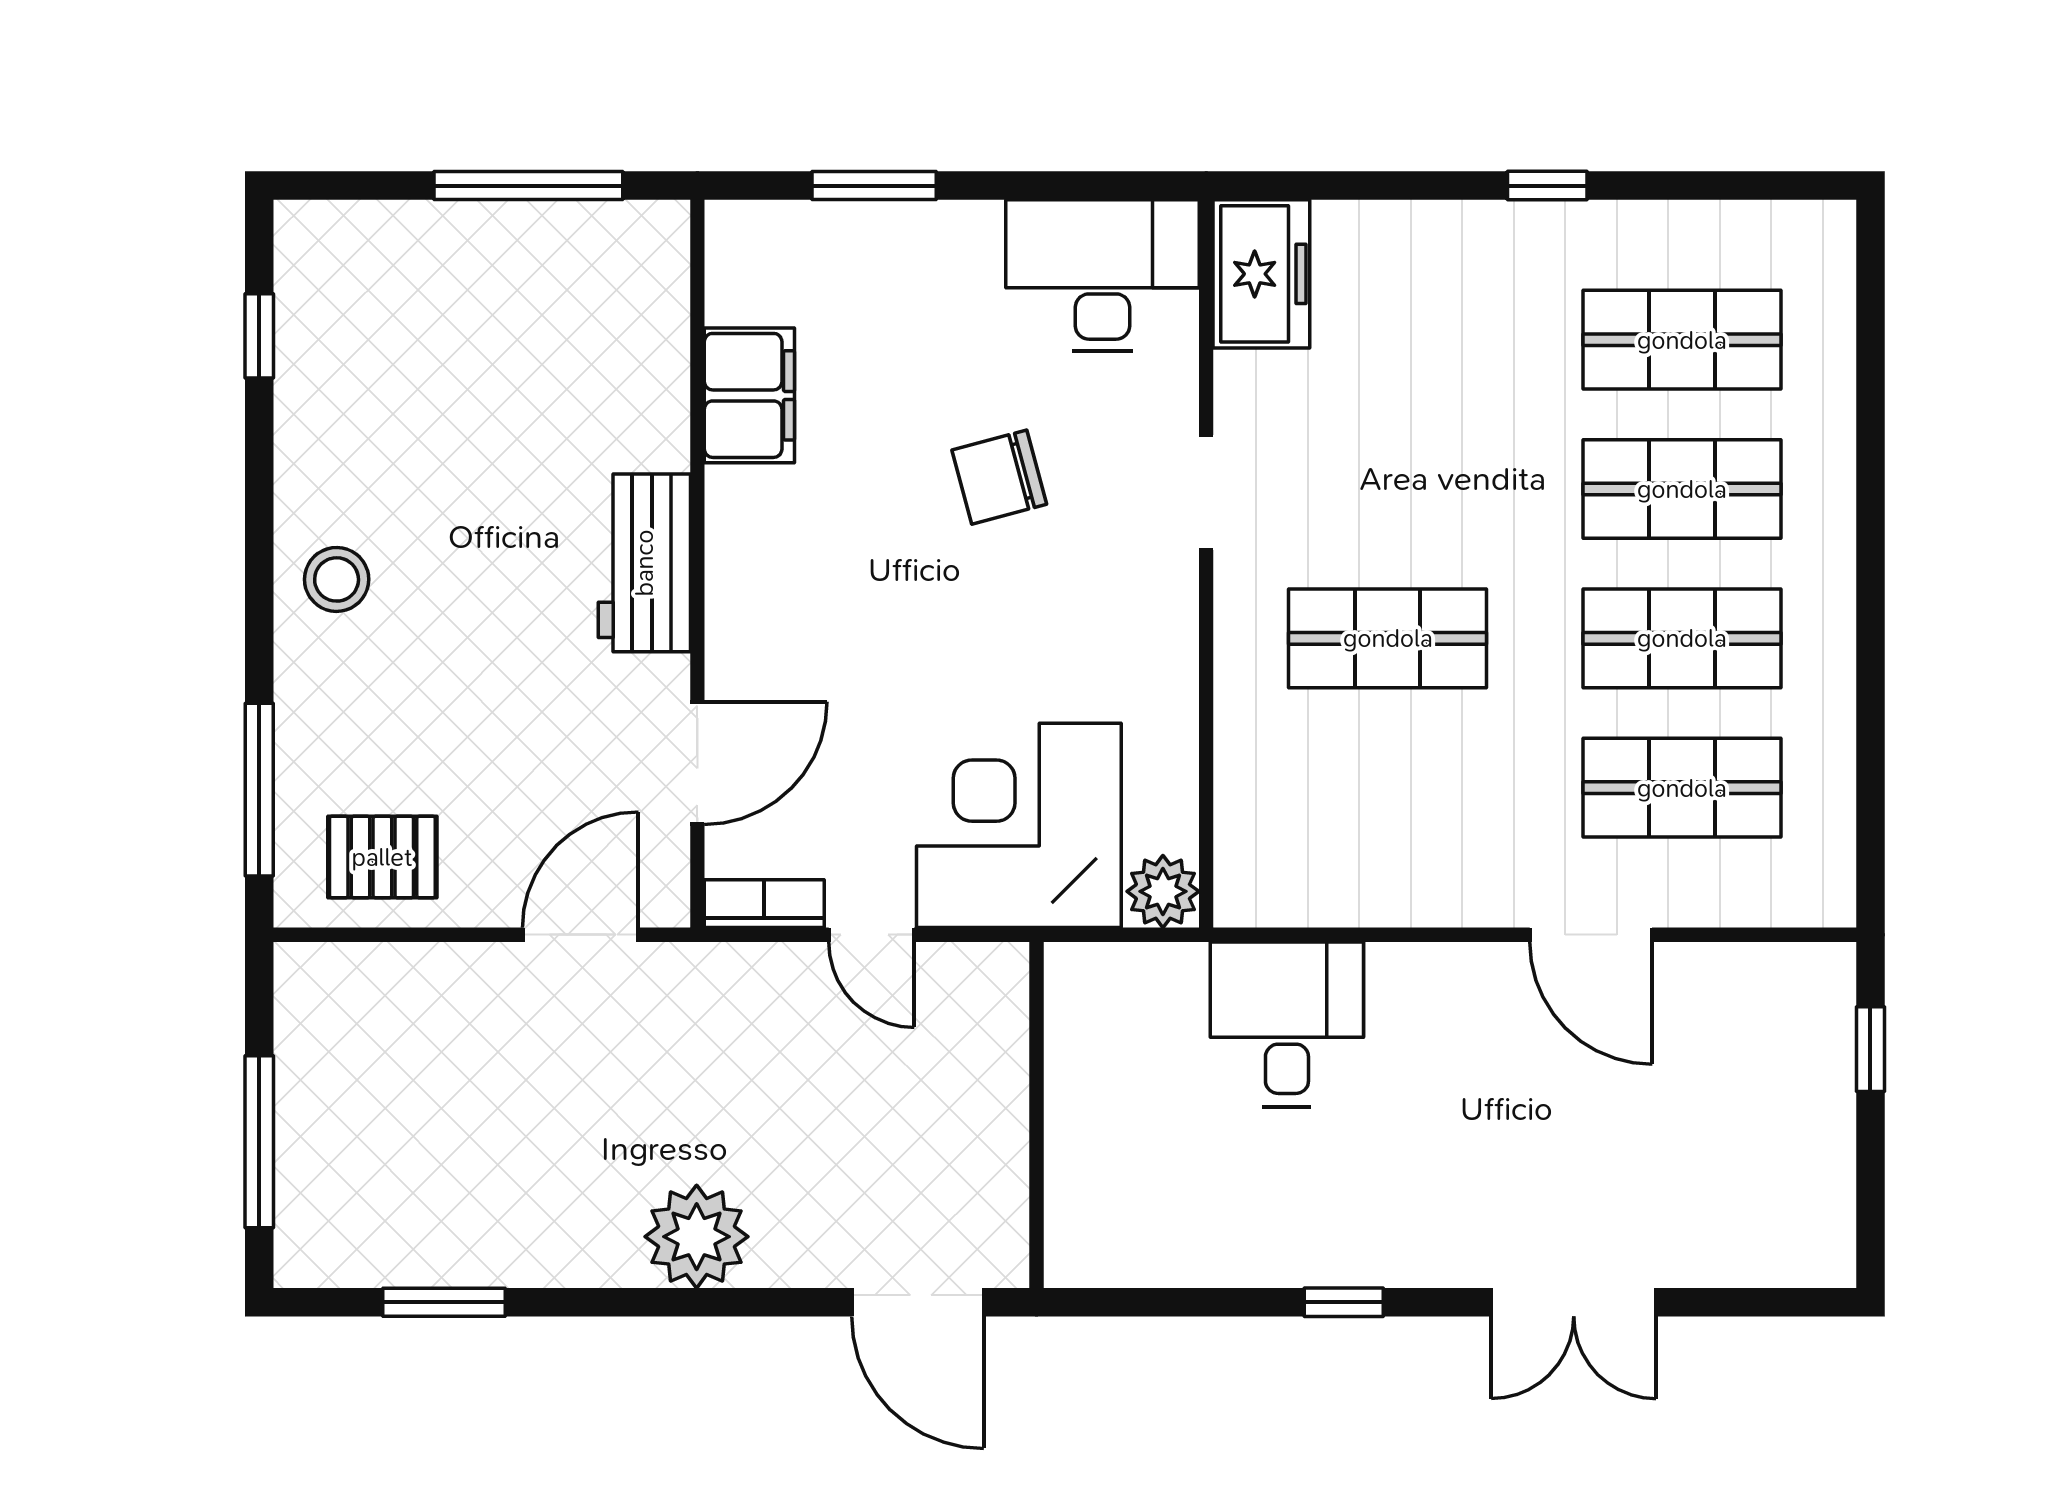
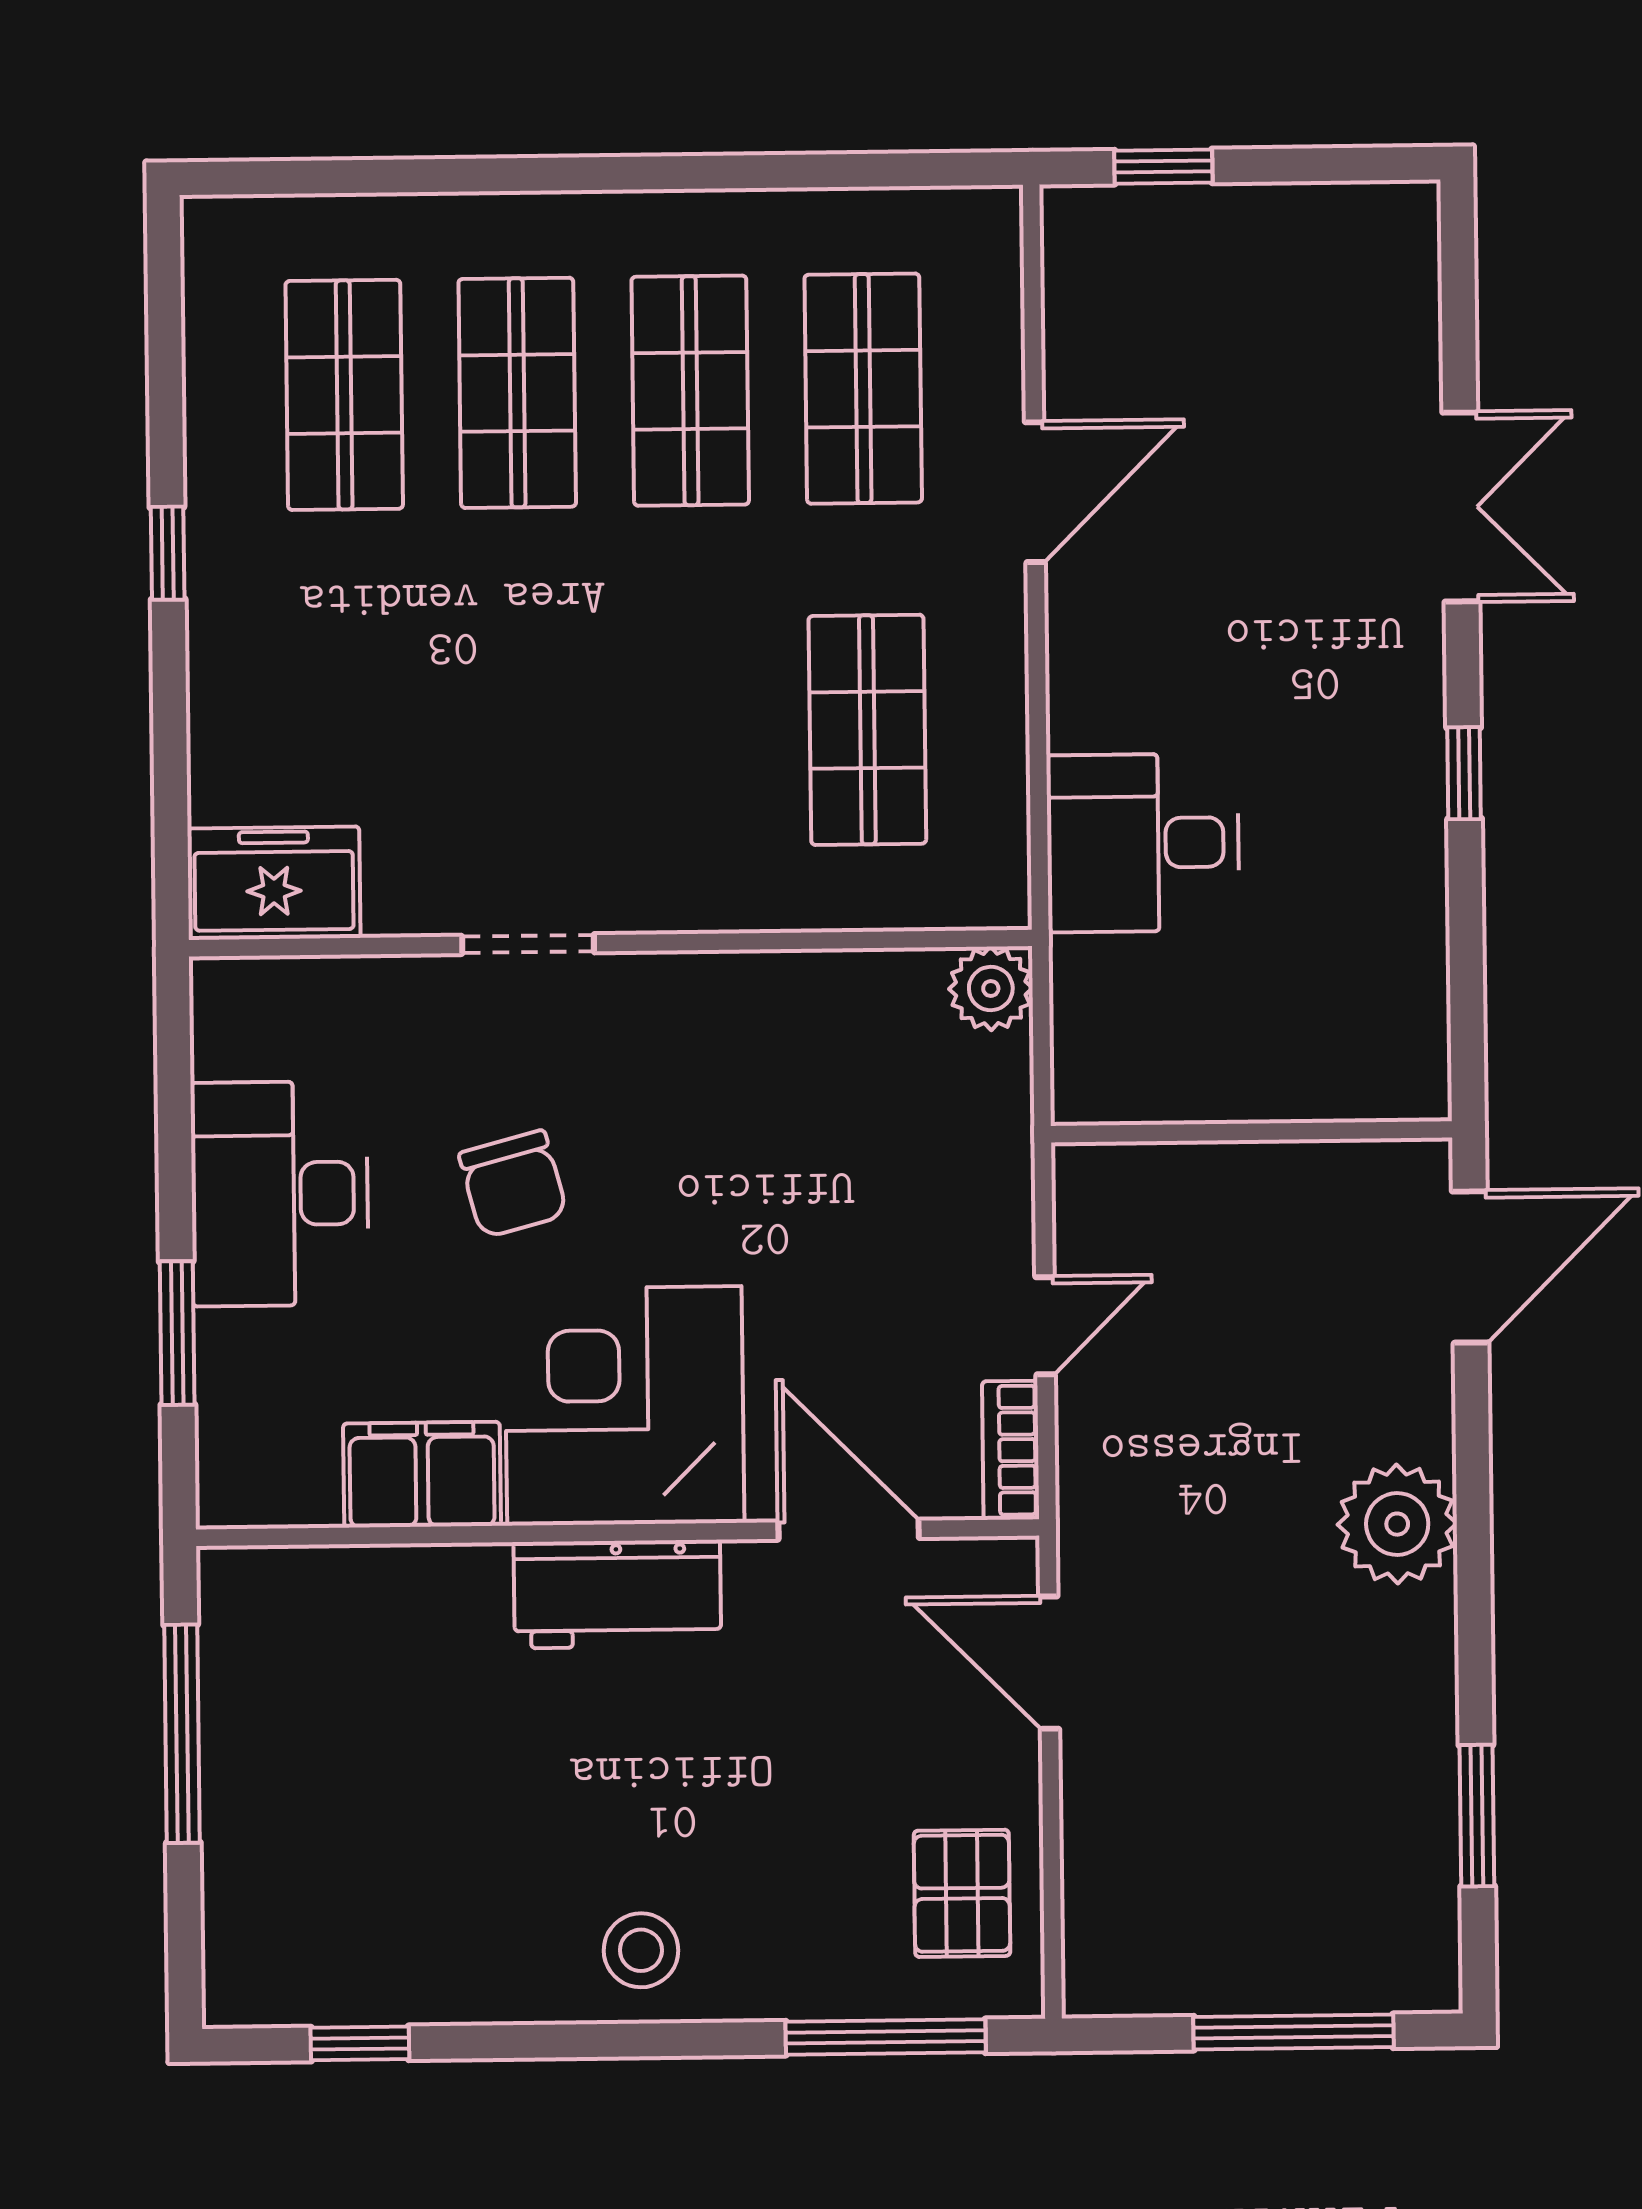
desk: (1103, 276) -> (280, 1194), moved
shop shelf: (1388, 638) -> (867, 730), moved
corner desk: (1019, 825) -> (624, 1406), moved, turned 90

